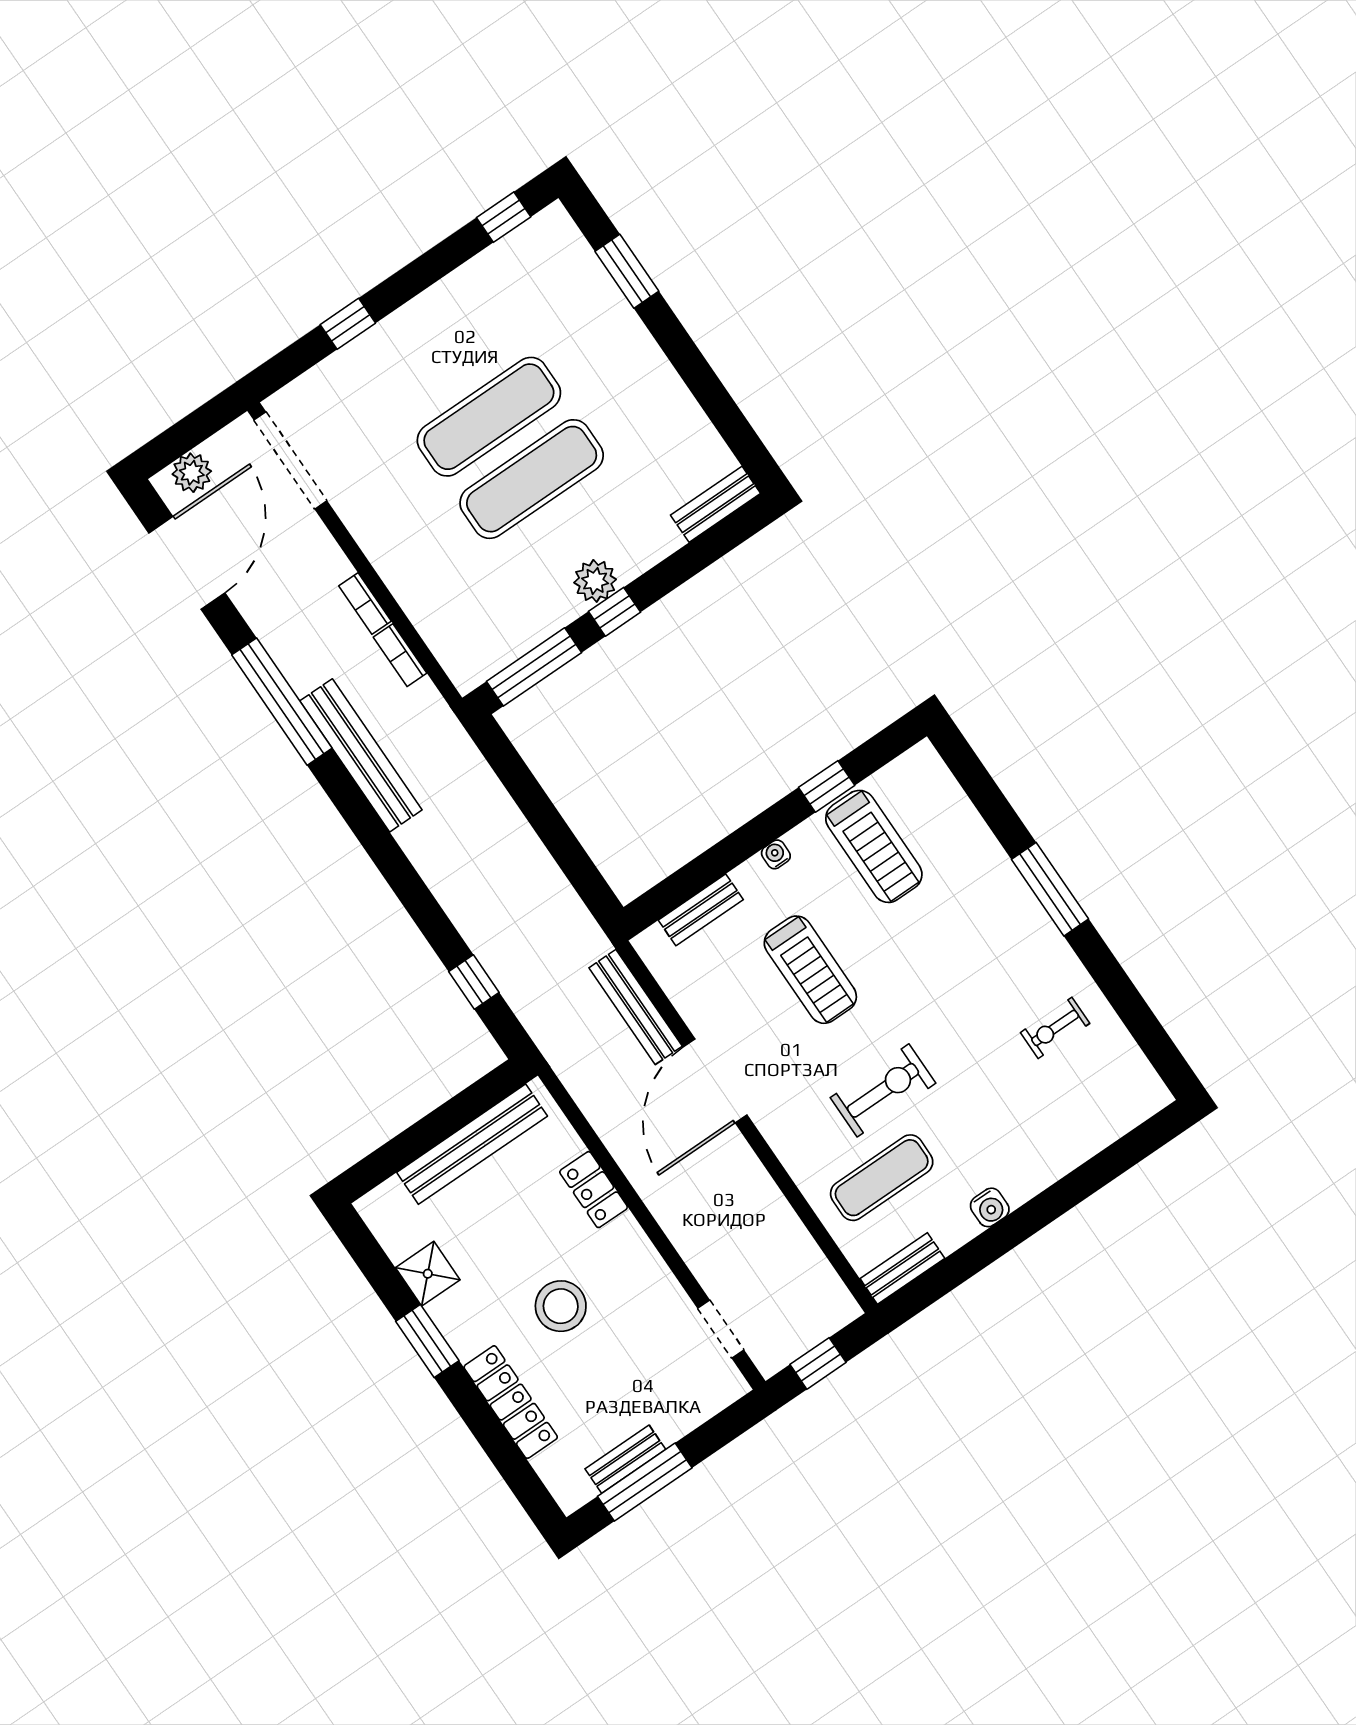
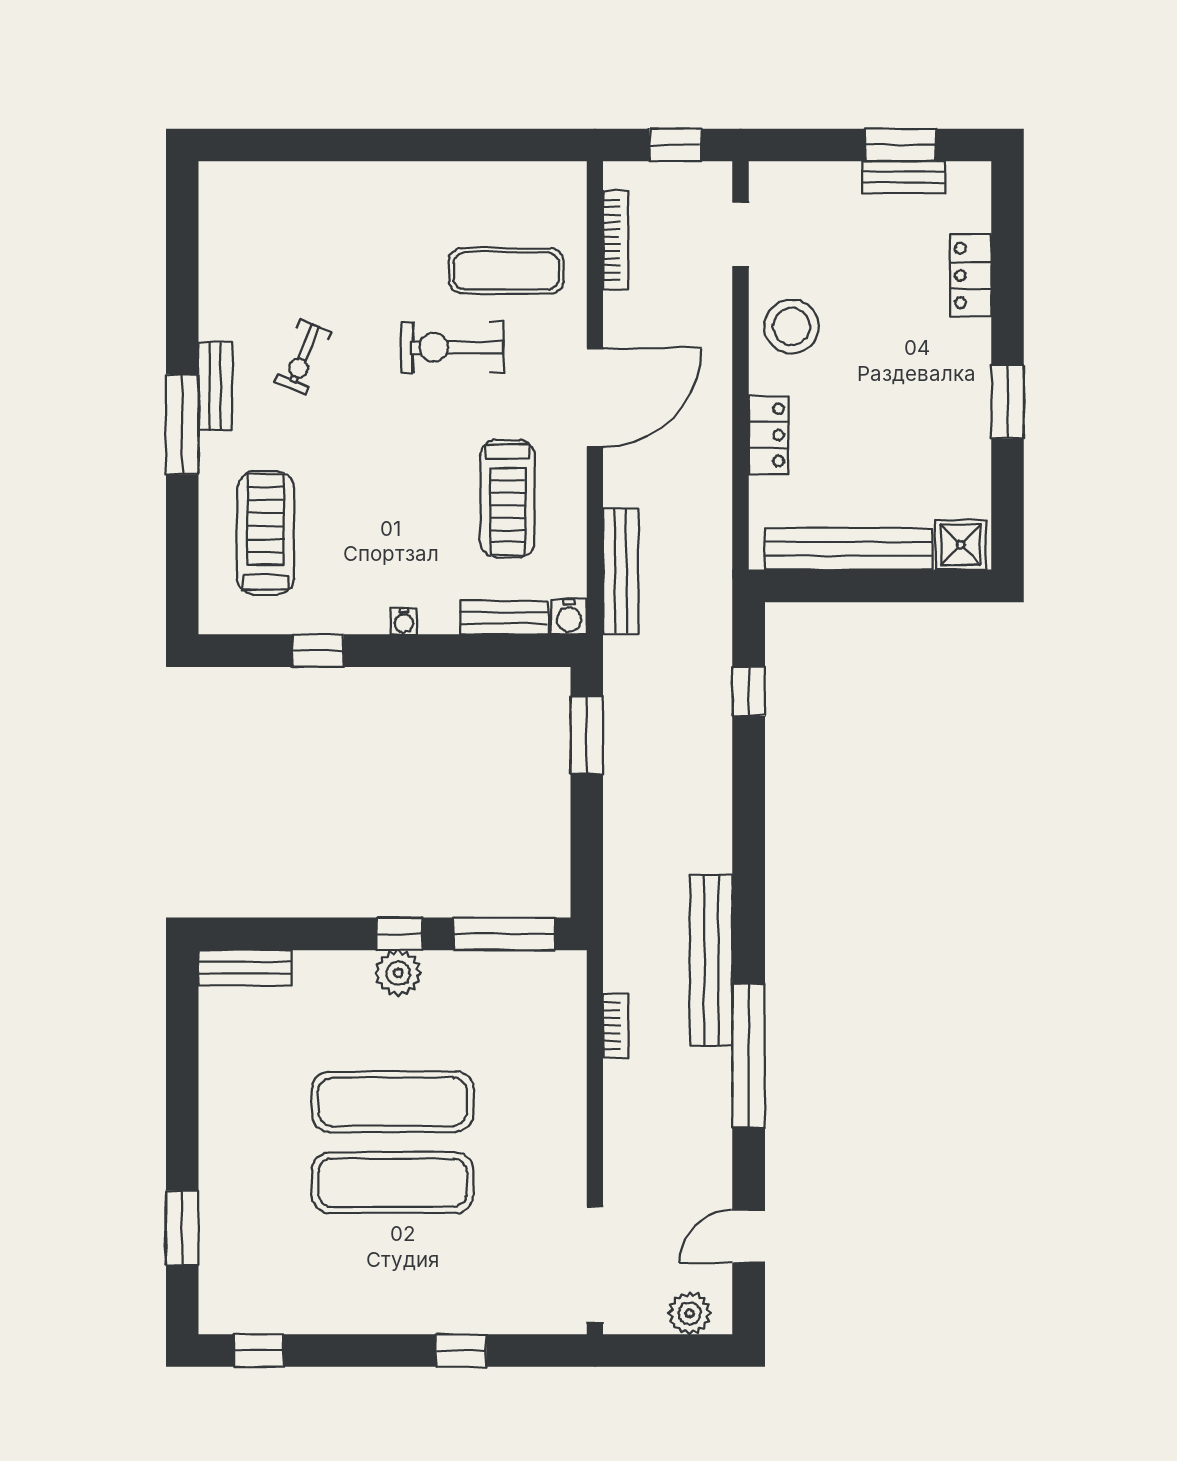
door: (187, 563) -> (749, 1236), width x0.53
bookcase: (365, 604) -> (616, 240), moved, width x1.56
treadmill: (874, 846) -> (266, 533), moved
window: (575, 863) -> (587, 735), added
treadmill: (810, 970) -> (508, 499), moved, turned 180
exercise bike: (1055, 1028) -> (303, 357), moved, turned 112
door: (715, 1081) -> (595, 397), moved
water cooler: (990, 1207) -> (569, 617), moved, turned 180
bench: (902, 1268) -> (215, 386), moved, turned 90
shower: (428, 1274) -> (961, 545), moved
stool: (561, 1306) -> (792, 326), moved
locker: (511, 1402) -> (971, 276), width x0.66
window: (645, 1482) -> (901, 145), width x0.69

